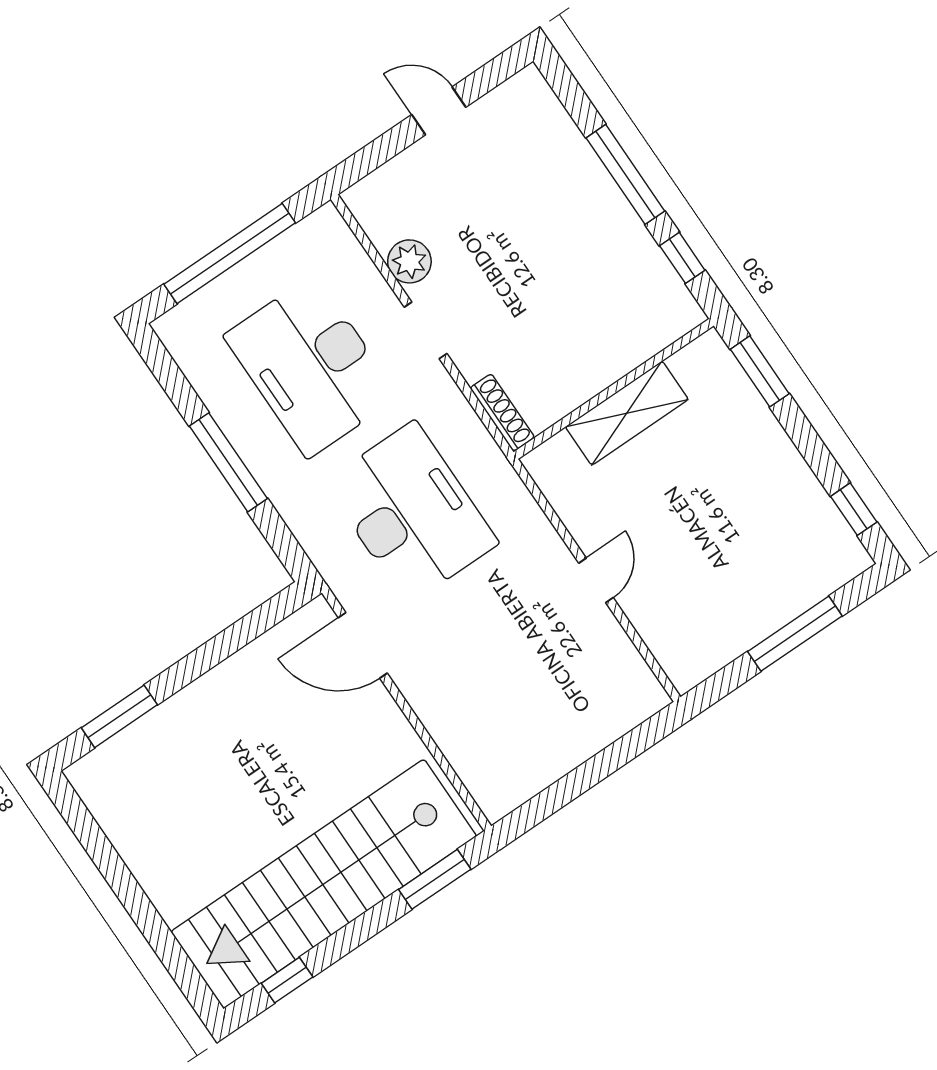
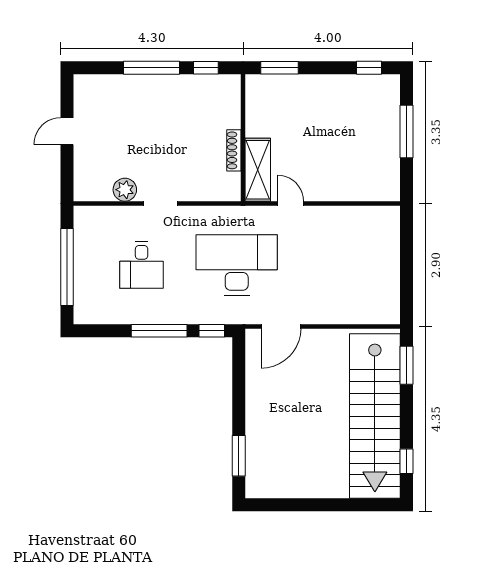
desk: (311, 366) -> (142, 265), width x0.53, depth x0.77
shoe rack: (502, 413) -> (234, 150), moved, turned -90
shelving: (627, 413) -> (258, 170), moved
window: (284, 543) -> (212, 331), added
door: (596, 580) -> (291, 203), moved

